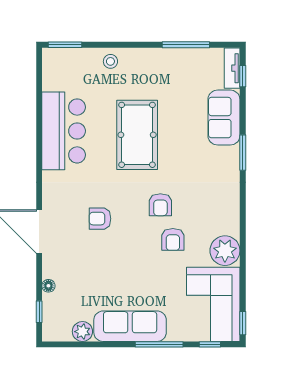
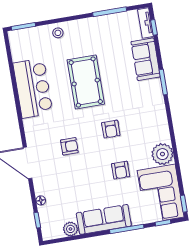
armchair: (100, 219) -> (69, 146), turned 180
armchair: (173, 239) -> (121, 170), moved

